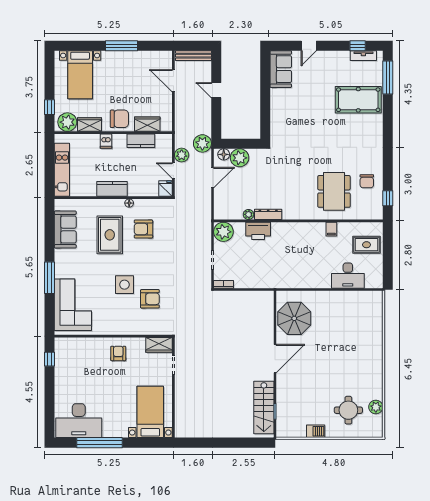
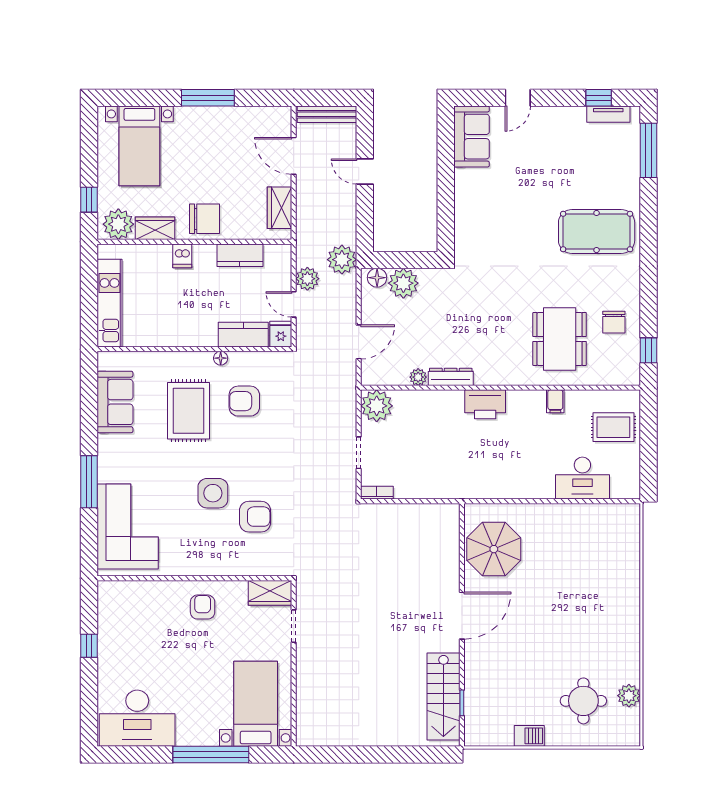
pool table: (358, 100) -> (597, 232), moved
wardrobe: (147, 124) -> (280, 208), moved, turned -90
door: (213, 178) -> (359, 342), moved
kitchen counter: (112, 189) -> (243, 335), moved
printer: (258, 231) -> (485, 404), moved
window: (50, 359) -> (89, 646), moved
window: (99, 443) -> (211, 755), moved

